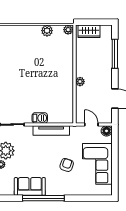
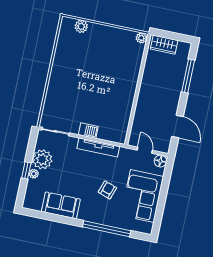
plant: (47, 31) -> (81, 26), moved
plant: (80, 82) -> (142, 99), removed
window: (43, 198) -> (107, 229), moved

